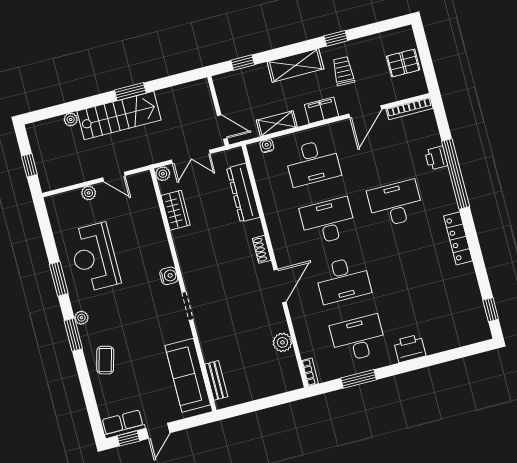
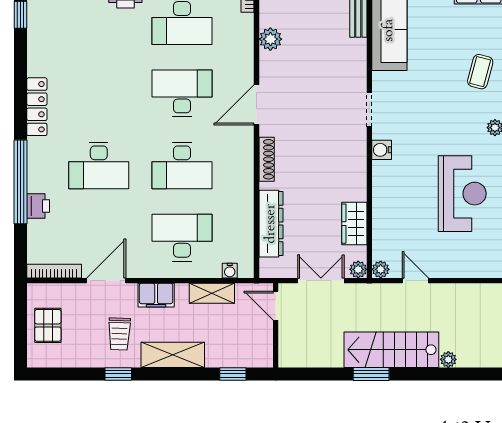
pallet: (403, 63) -> (48, 325), turned 90
plant: (89, 193) -> (381, 269), moved
shoe rack: (262, 249) -> (267, 159), width x1.43

